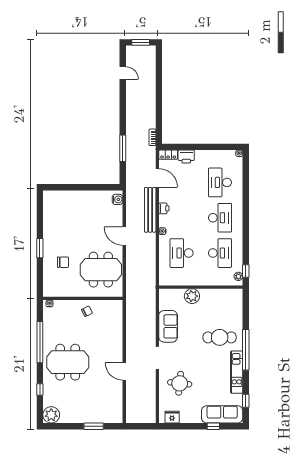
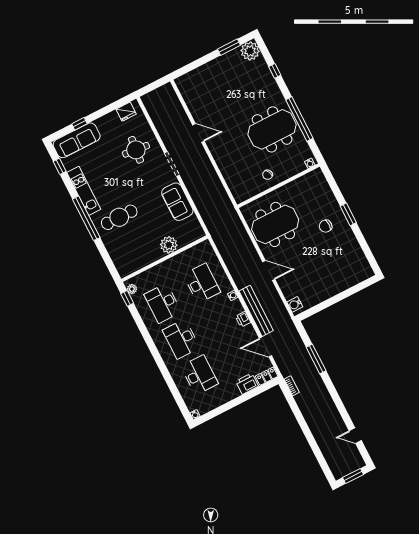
chair: (63, 262) -> (326, 226), moved
meeting table: (68, 362) -> (272, 129), moved
window: (94, 426) -> (229, 47), moved

